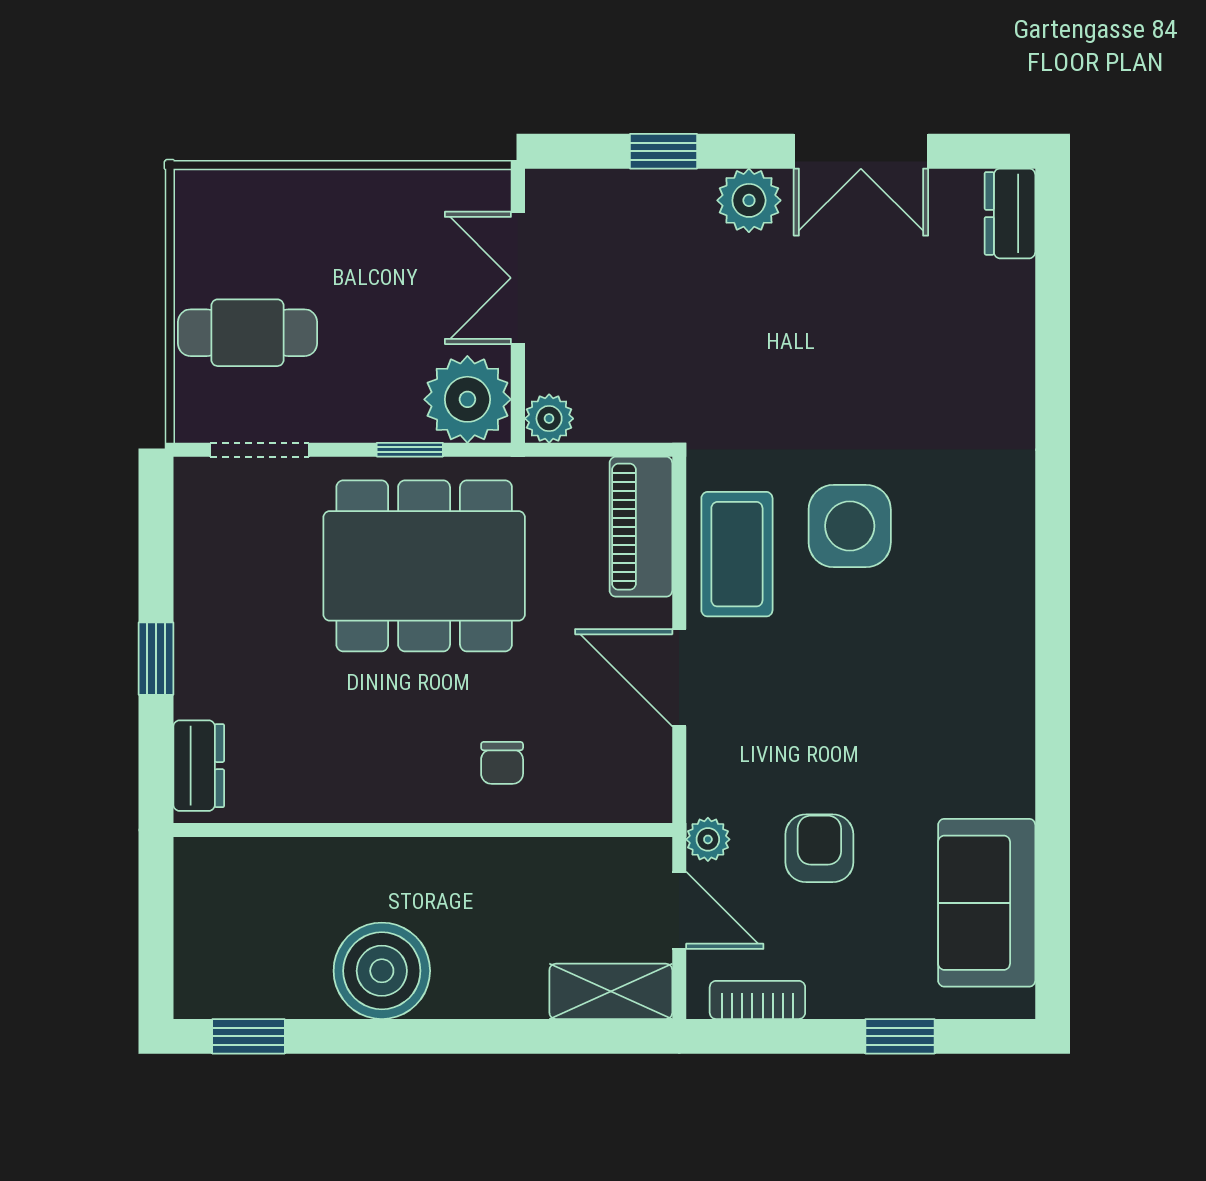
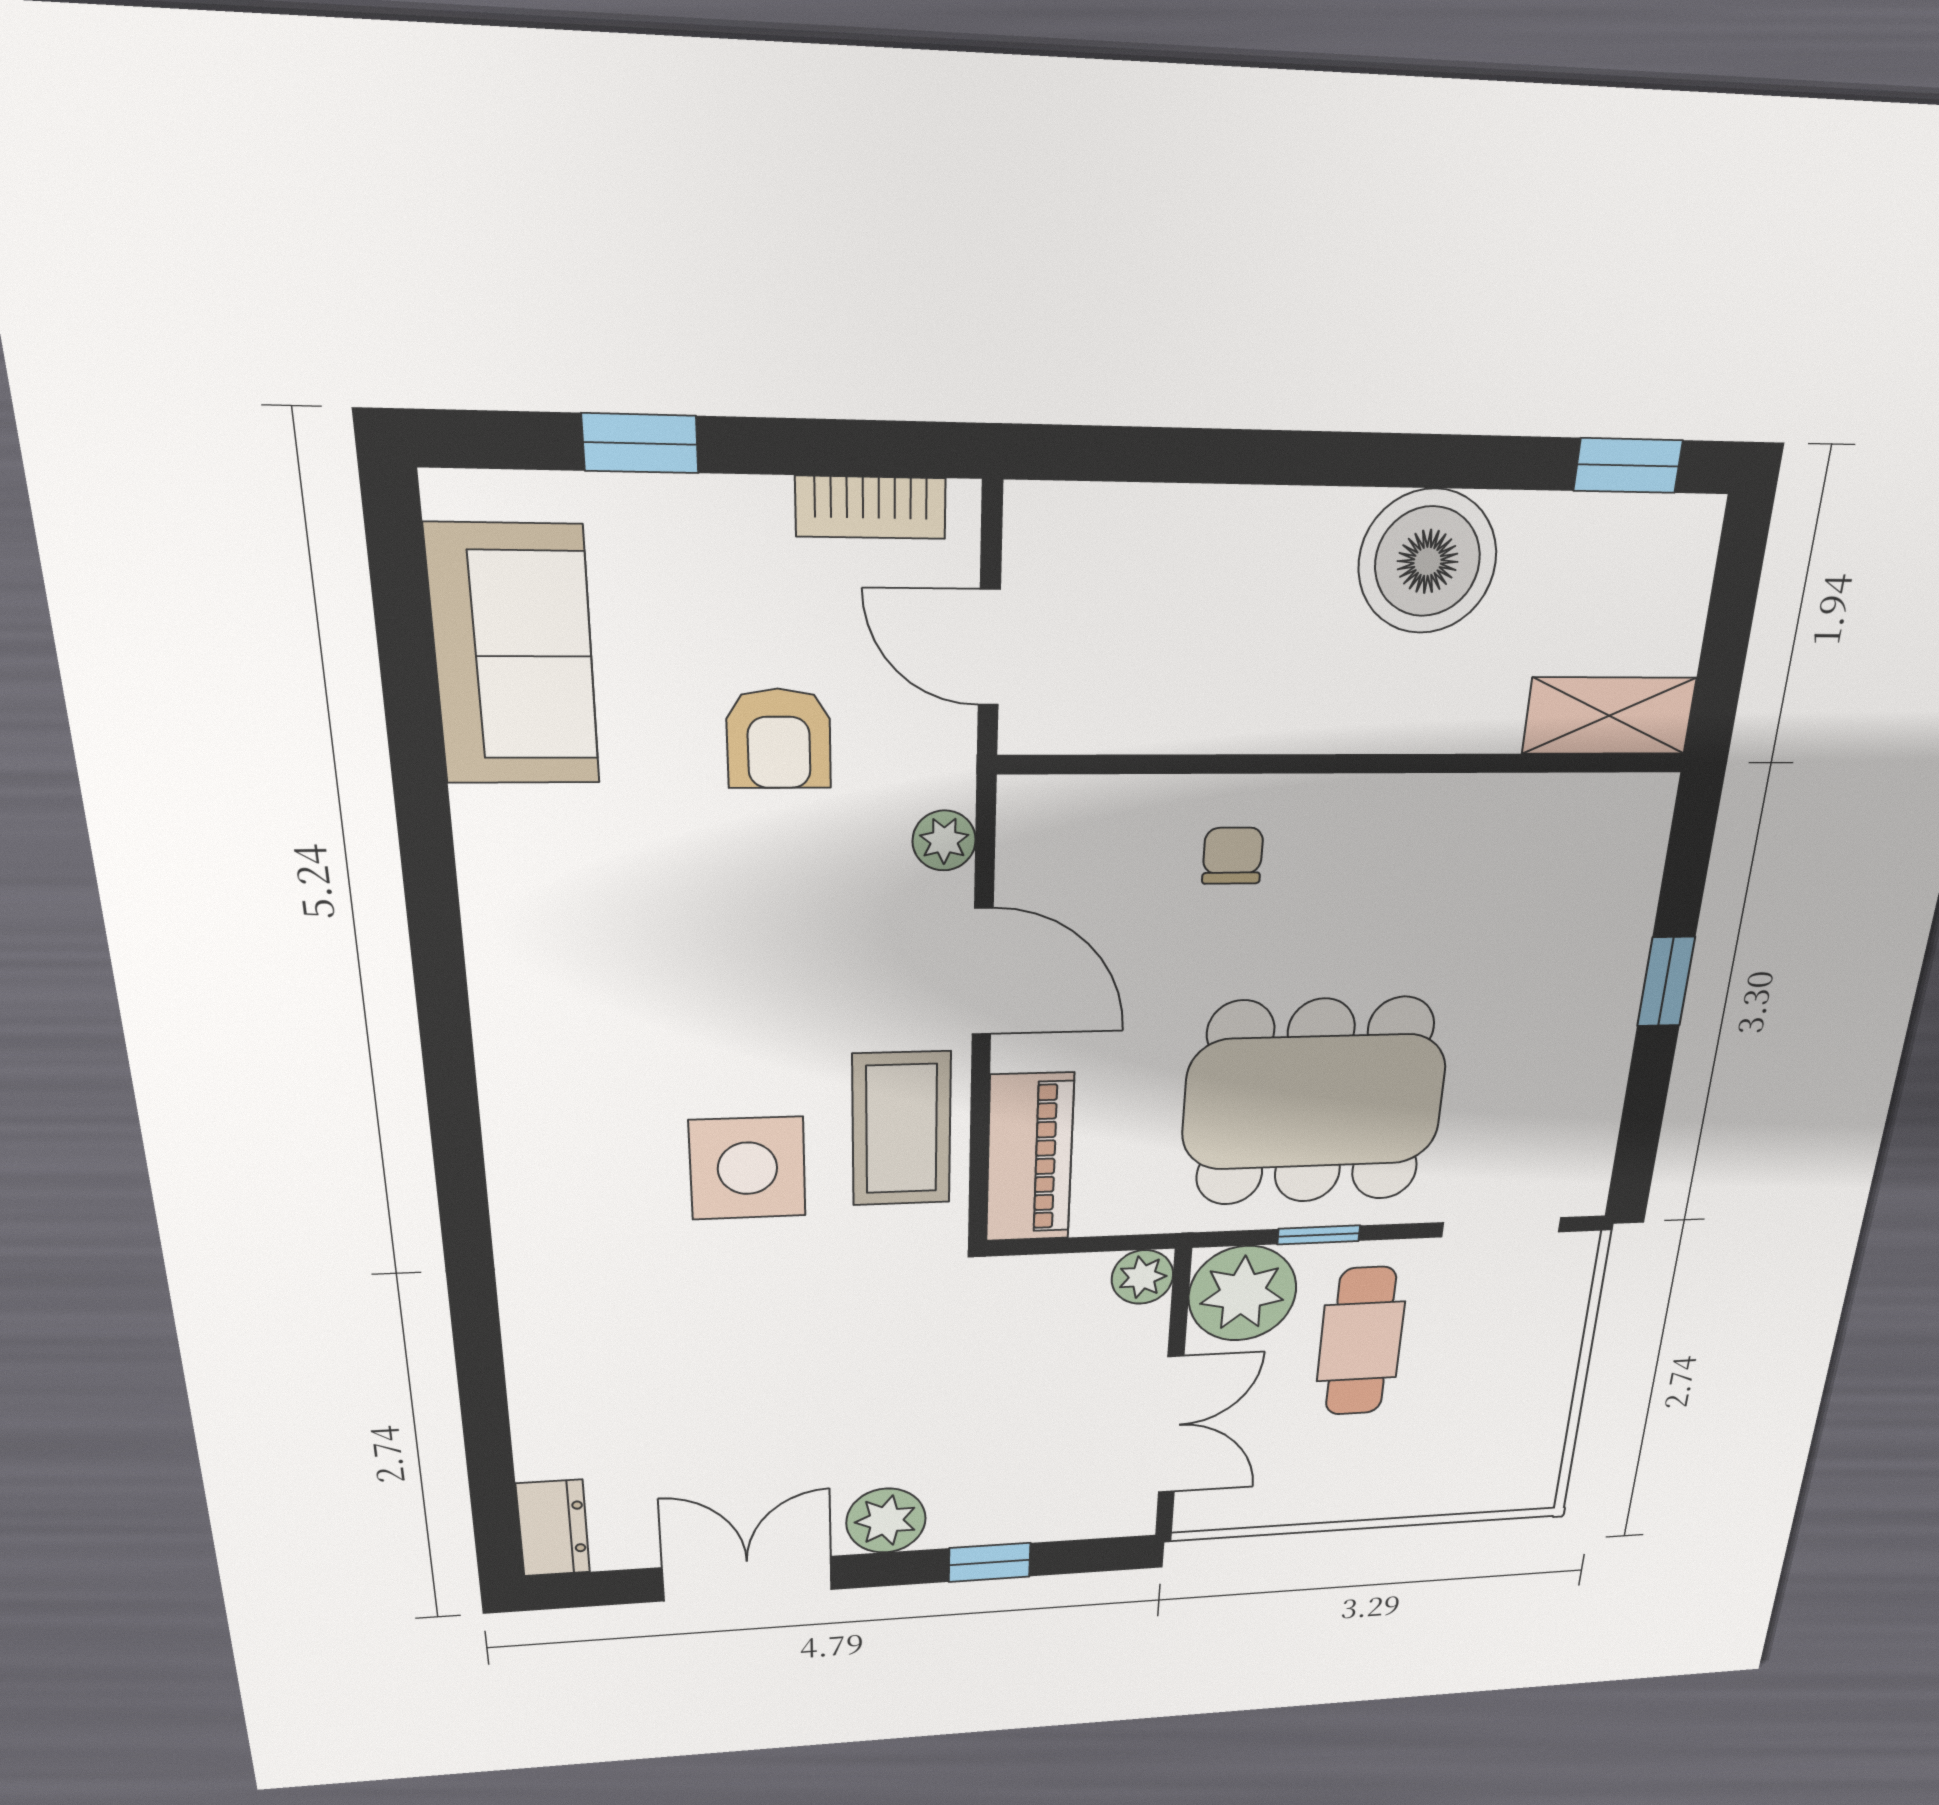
cafe table: (248, 333) -> (1361, 1342), moved, turned 90
dresser: (199, 766) -> (1635, 848), removed
plant: (708, 839) -> (944, 841), moved
shelving: (611, 991) -> (1609, 716), moved

